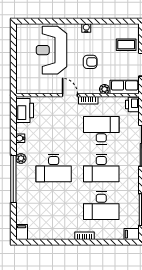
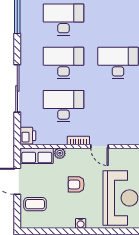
desk: (101, 130) -> (63, 106), turned 180

